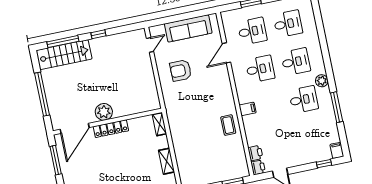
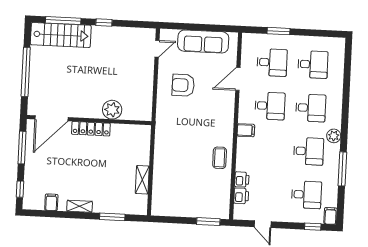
filing cabinet: (248, 109) -> (246, 130), moved
plant: (104, 112) -> (112, 110), moved
shelving: (159, 124) -> (145, 137), removed
desk: (311, 137) -> (306, 195), added
printer: (258, 167) -> (242, 179), moved

